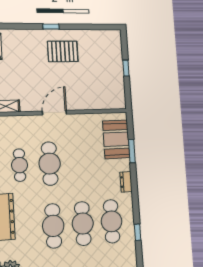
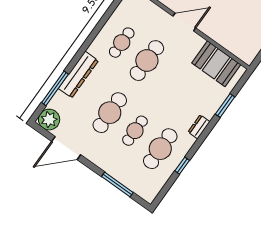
booth: (116, 139) -> (216, 64), moved, turned 90
cafe table: (83, 224) -> (135, 131), width x0.73, depth x0.74
window: (138, 232) -> (182, 166), moved

